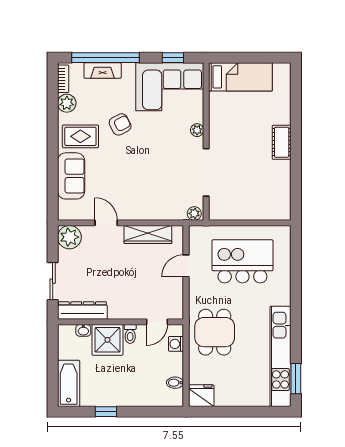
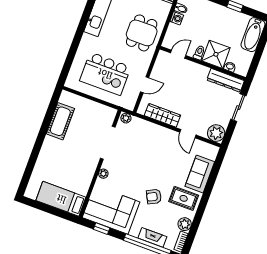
cot: (282, 142) -> (60, 121), moved, width x1.37, depth x1.34
washing machine: (176, 344) -> (177, 18), moved

